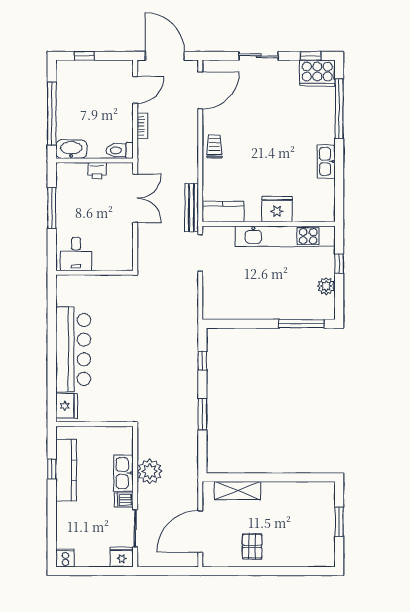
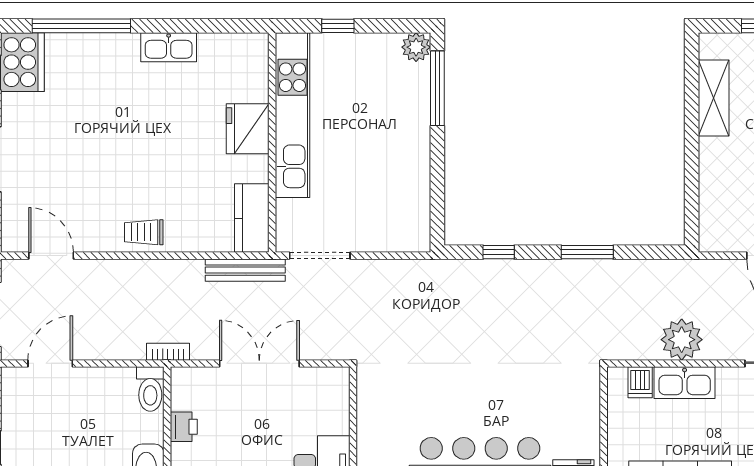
door: (135, 90) -> (50, 363), hinge flipped
door: (200, 90) -> (51, 256), width x0.73
bookcase: (142, 126) -> (168, 352), moved
double door: (135, 198) -> (259, 363), moved
plant: (326, 286) -> (416, 47), moved
shelving: (238, 491) -> (714, 98), moved
dishwasher: (124, 500) -> (640, 382), moved

